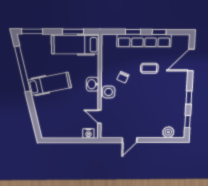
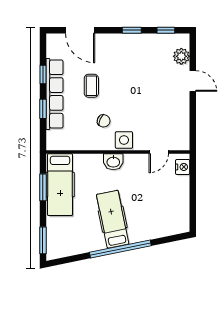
window: (22, 69) -> (120, 249), moved
door: (130, 140) -> (193, 81), moved

